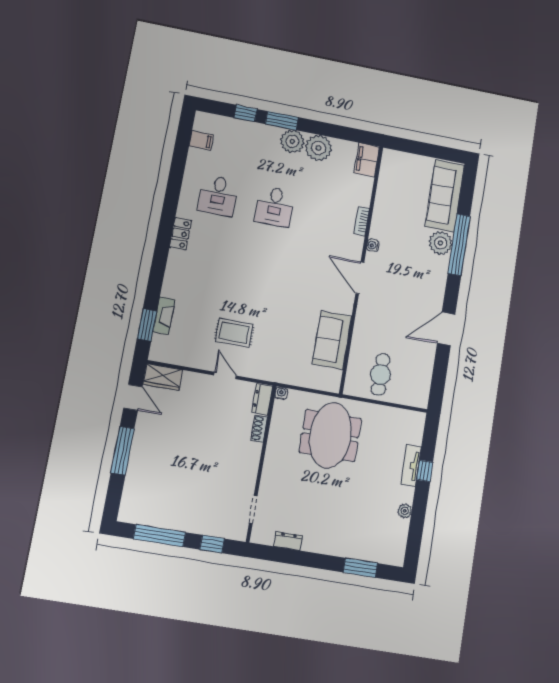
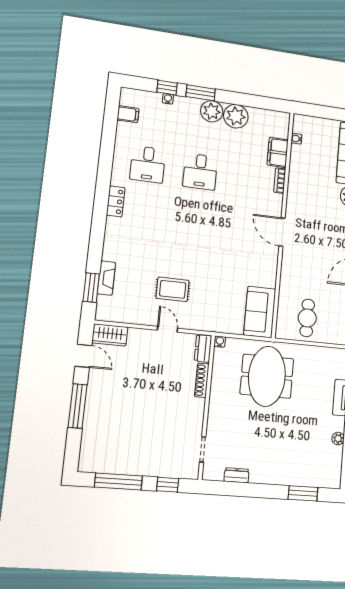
water cooler: (246, 126) -> (168, 99), added
filing cabinet: (367, 160) -> (278, 152), moved
water cooler: (373, 245) -> (296, 139), moved
sofa: (332, 340) -> (260, 312), moved
shoe rack: (259, 428) -> (202, 380), width x1.43

